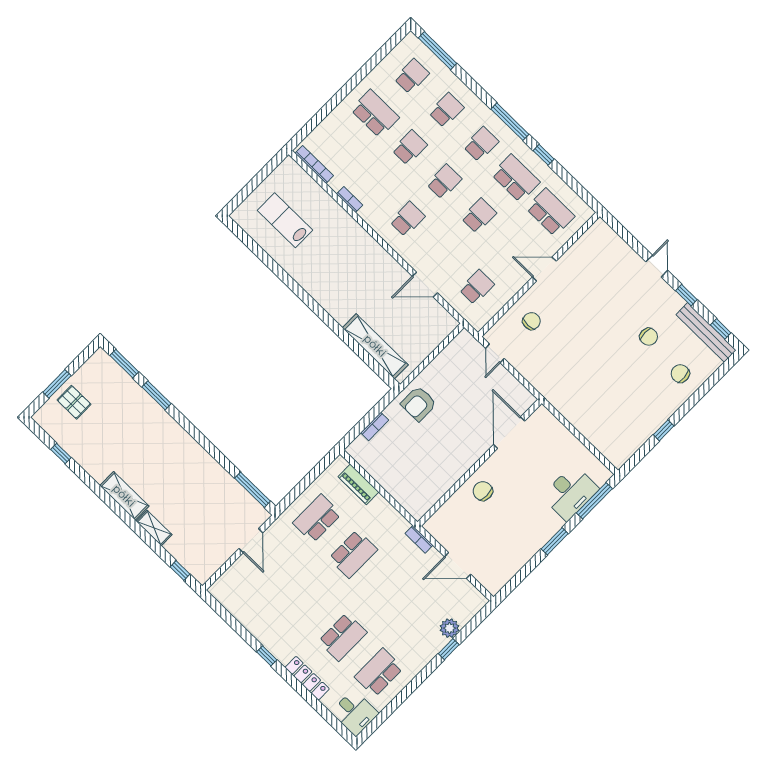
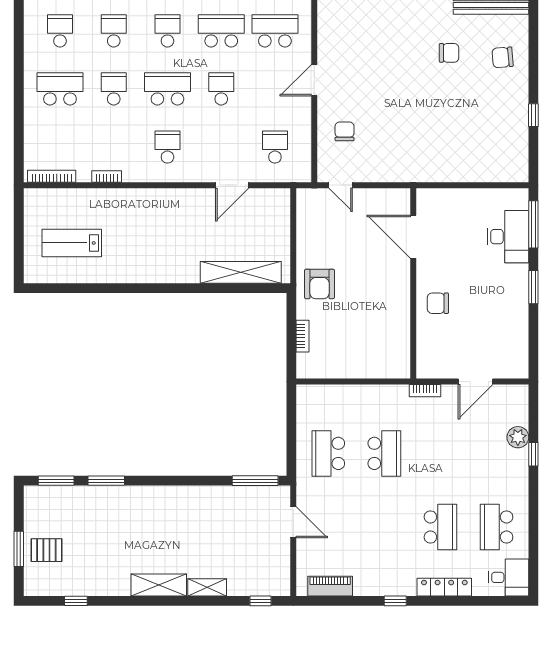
school desk: (444, 182) -> (167, 89), width x1.85
piano: (358, 484) -> (330, 586), moved, turned 180

